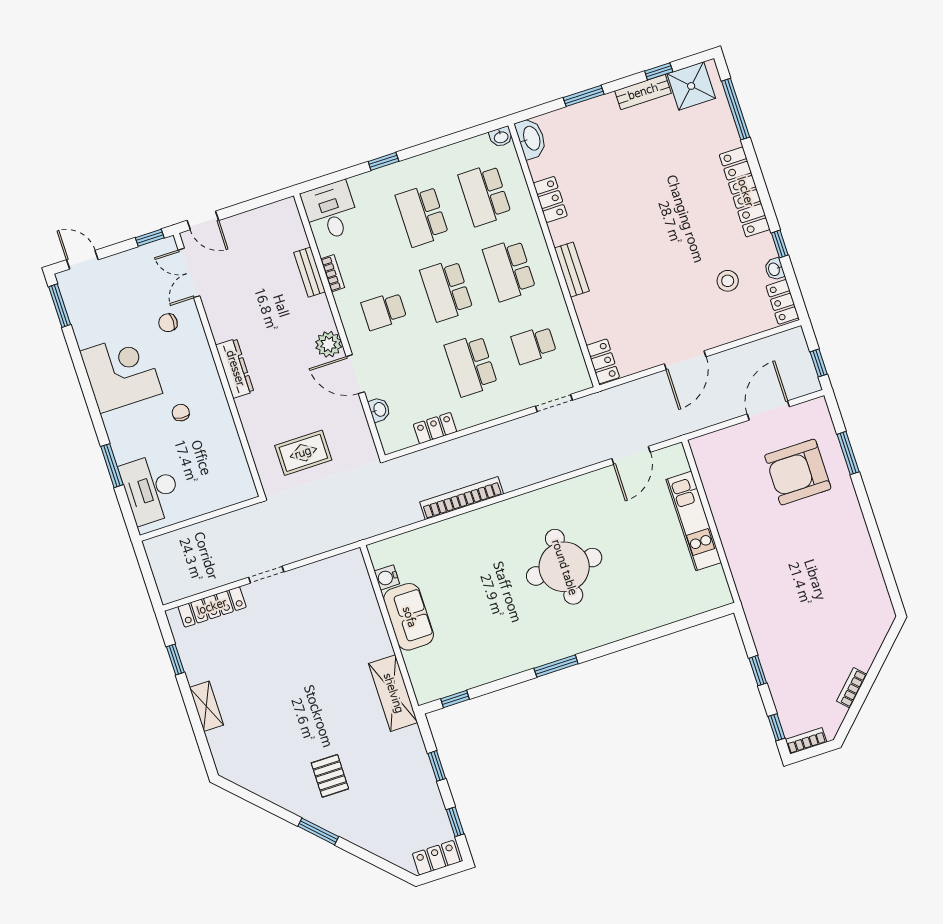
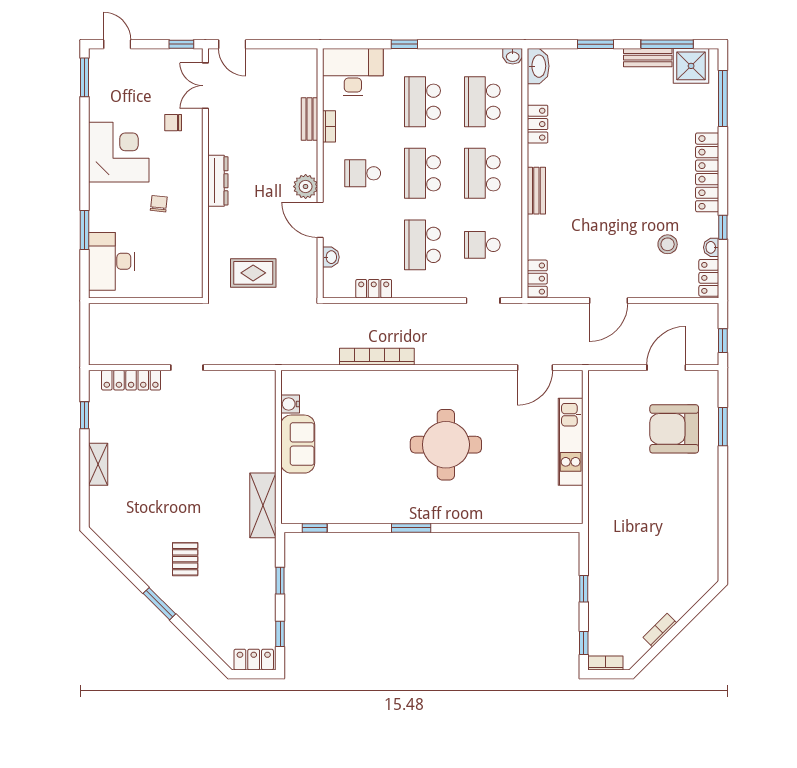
window: (659, 71) -> (667, 44), width x2.17
desk: (330, 211) -> (353, 72), width x1.37

